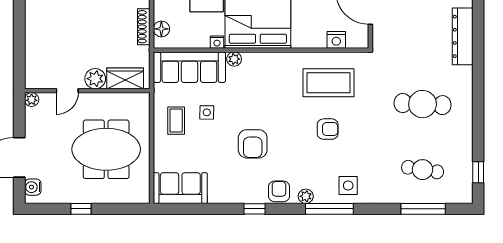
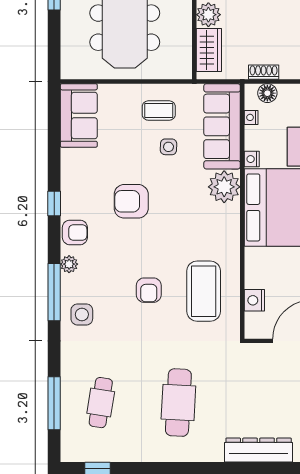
shoe rack: (144, 27) -> (264, 72), width x0.70
nightstand: (182, 43) -> (251, 117), added
plant: (234, 59) -> (224, 187), width x1.87, depth x1.87

